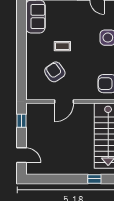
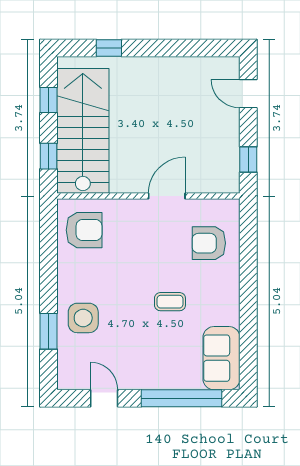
armchair: (55, 72) -> (209, 243), moved, turned 125

